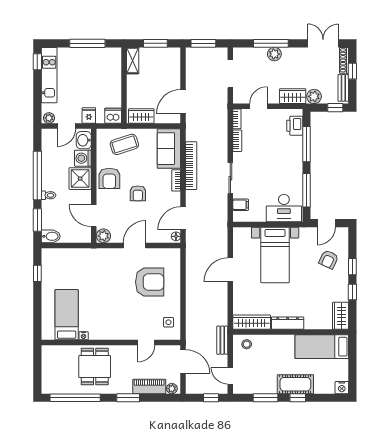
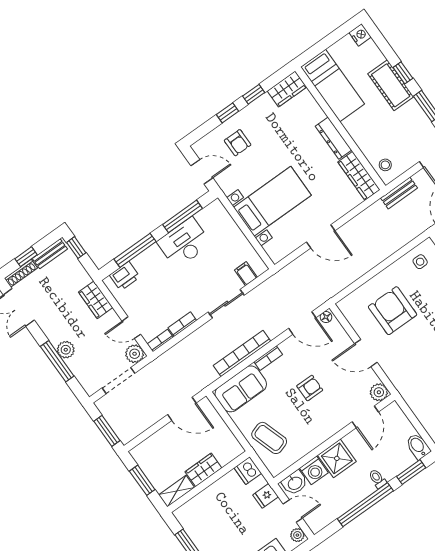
plant: (314, 96) -> (135, 354), moved
wardrobe: (141, 116) -> (203, 470), moved, turned 90
armchair: (109, 178) -> (315, 428), removed
desk: (284, 208) -> (184, 243), moved, turned -90
armchair: (329, 259) -> (238, 143), turned 65

